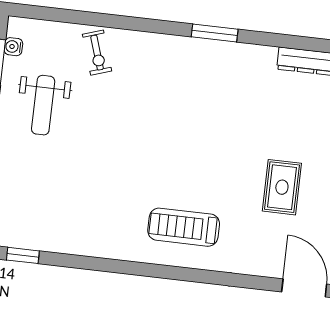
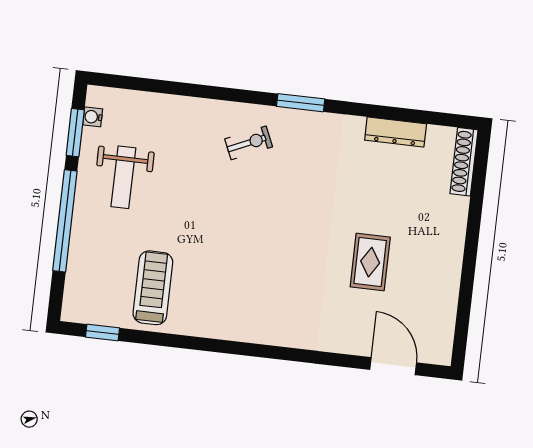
exercise bike: (97, 53) -> (249, 143), moved, turned -96
treadmill: (184, 227) -> (153, 288), moved, turned 90

